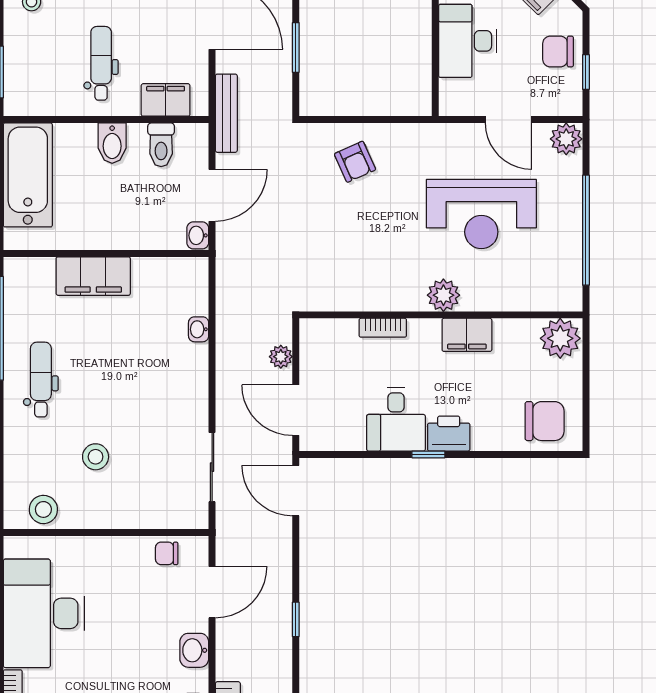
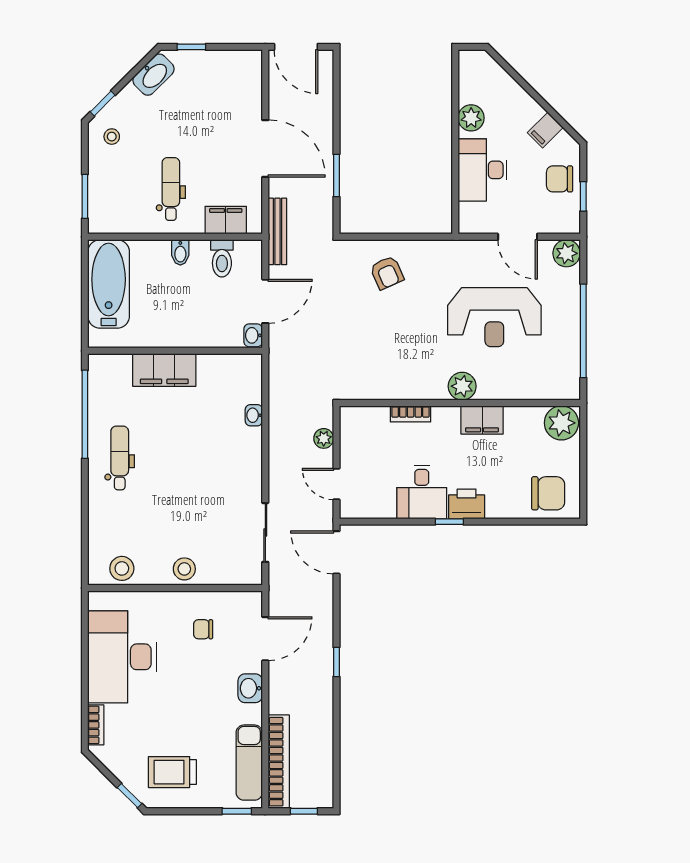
bidet: (112, 143) -> (180, 252), width x0.72, depth x0.74
door: (296, 410) -> (336, 484), width x0.73
stool: (96, 457) -> (184, 569), moved
chair: (167, 553) -> (203, 629), moved

